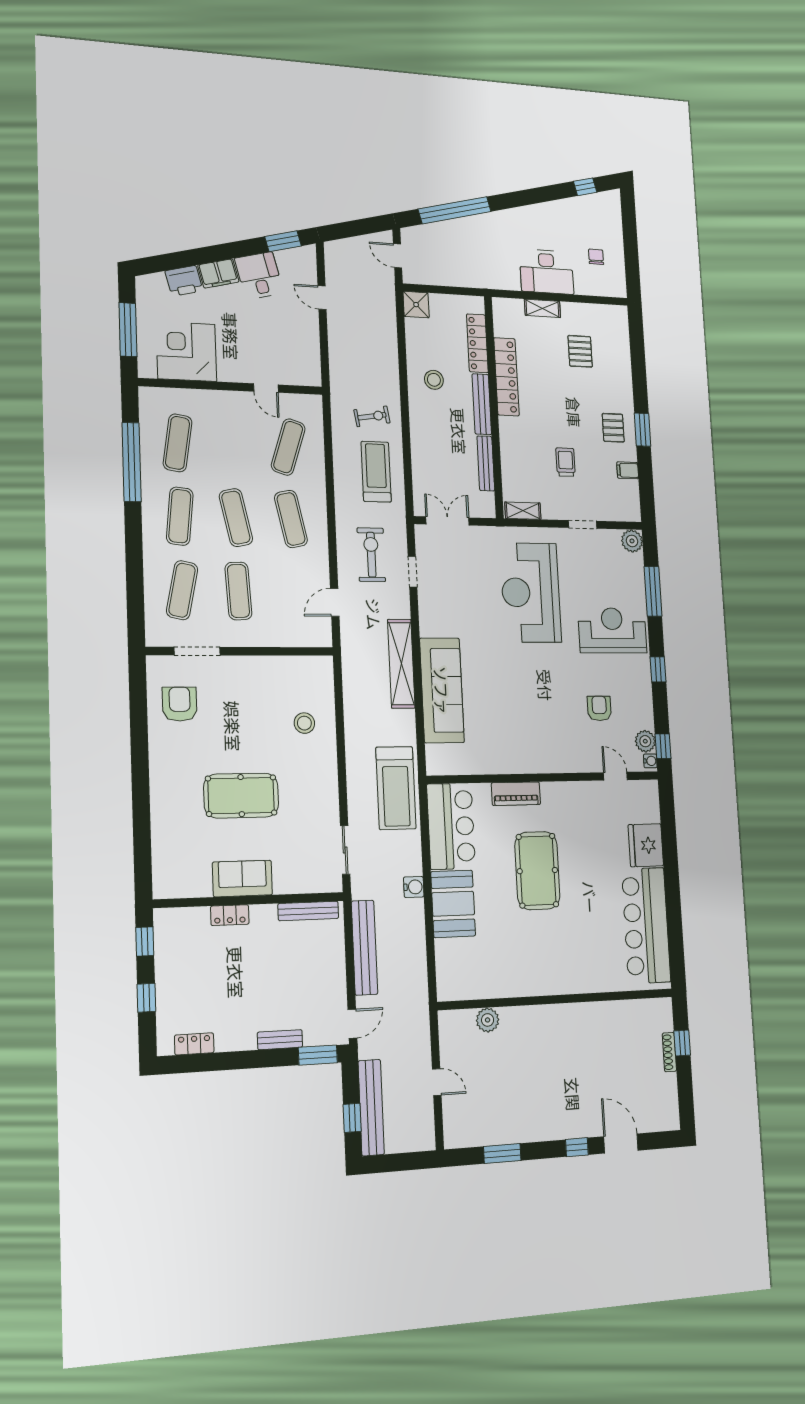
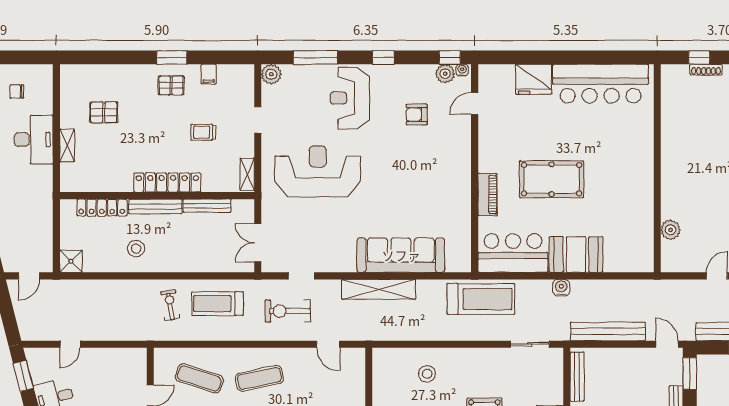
locker: (506, 377) -> (167, 183), moved
reception desk: (531, 593) -> (318, 171), turned 180

